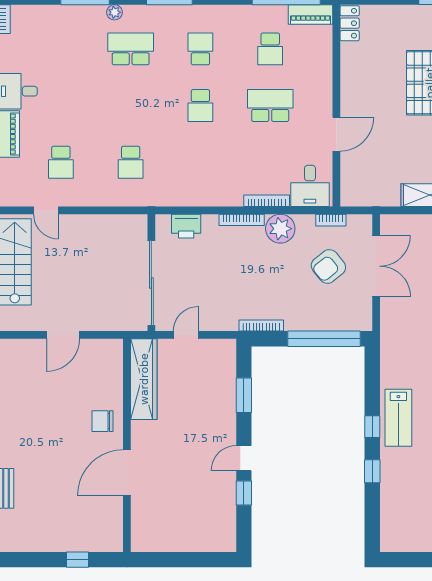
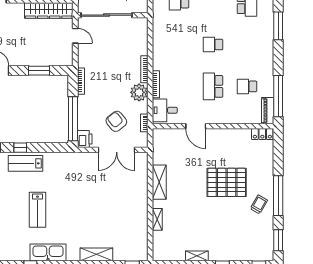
school desk: (200, 49) -> (247, 45), removed
school desk: (270, 106) -> (213, 86), turned 180
printer: (186, 226) -> (85, 139), moved, turned 180

